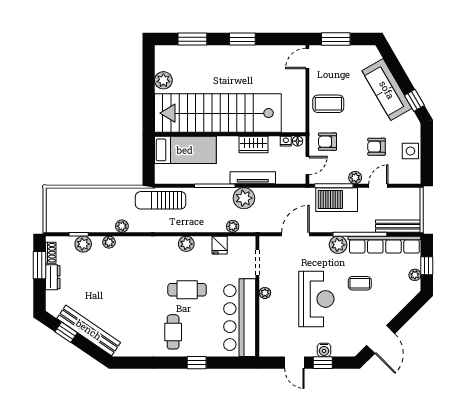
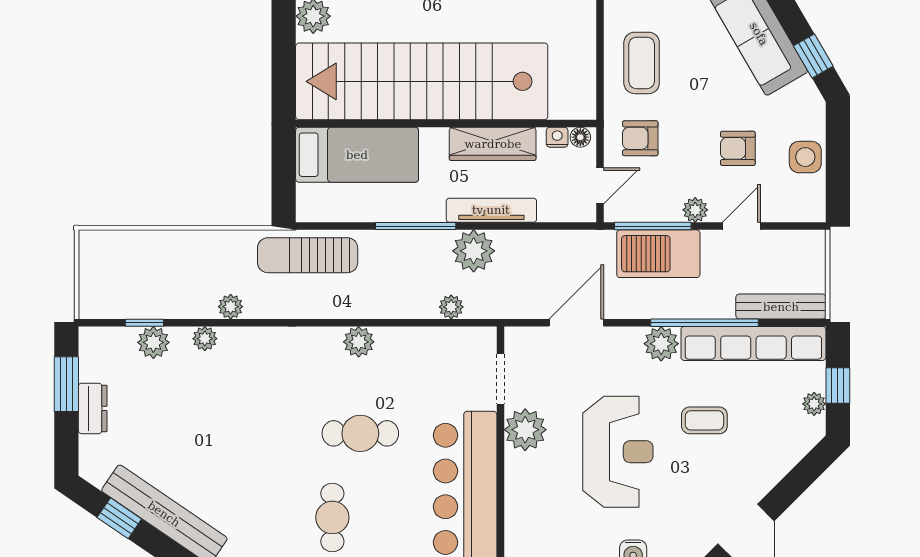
coffee table: (328, 104) -> (642, 63), turned 90
wardrobe: (253, 144) -> (493, 144), width x1.50
fridge: (220, 245) -> (425, 344), removed
shoe rack: (51, 253) -> (89, 360), removed
plant: (265, 293) -> (525, 430), width x1.88, depth x1.88

